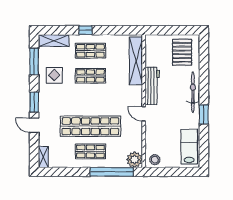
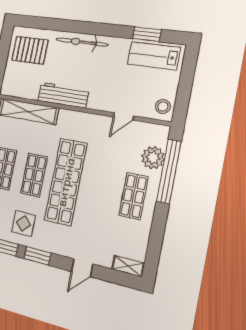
window: (34, 102) -> (37, 256), moved
door: (144, 114) -> (124, 116), moved
window: (204, 114) -> (147, 34), moved
shop shelf: (90, 126) -> (66, 182), moved
plant: (134, 160) -> (153, 158), moved

